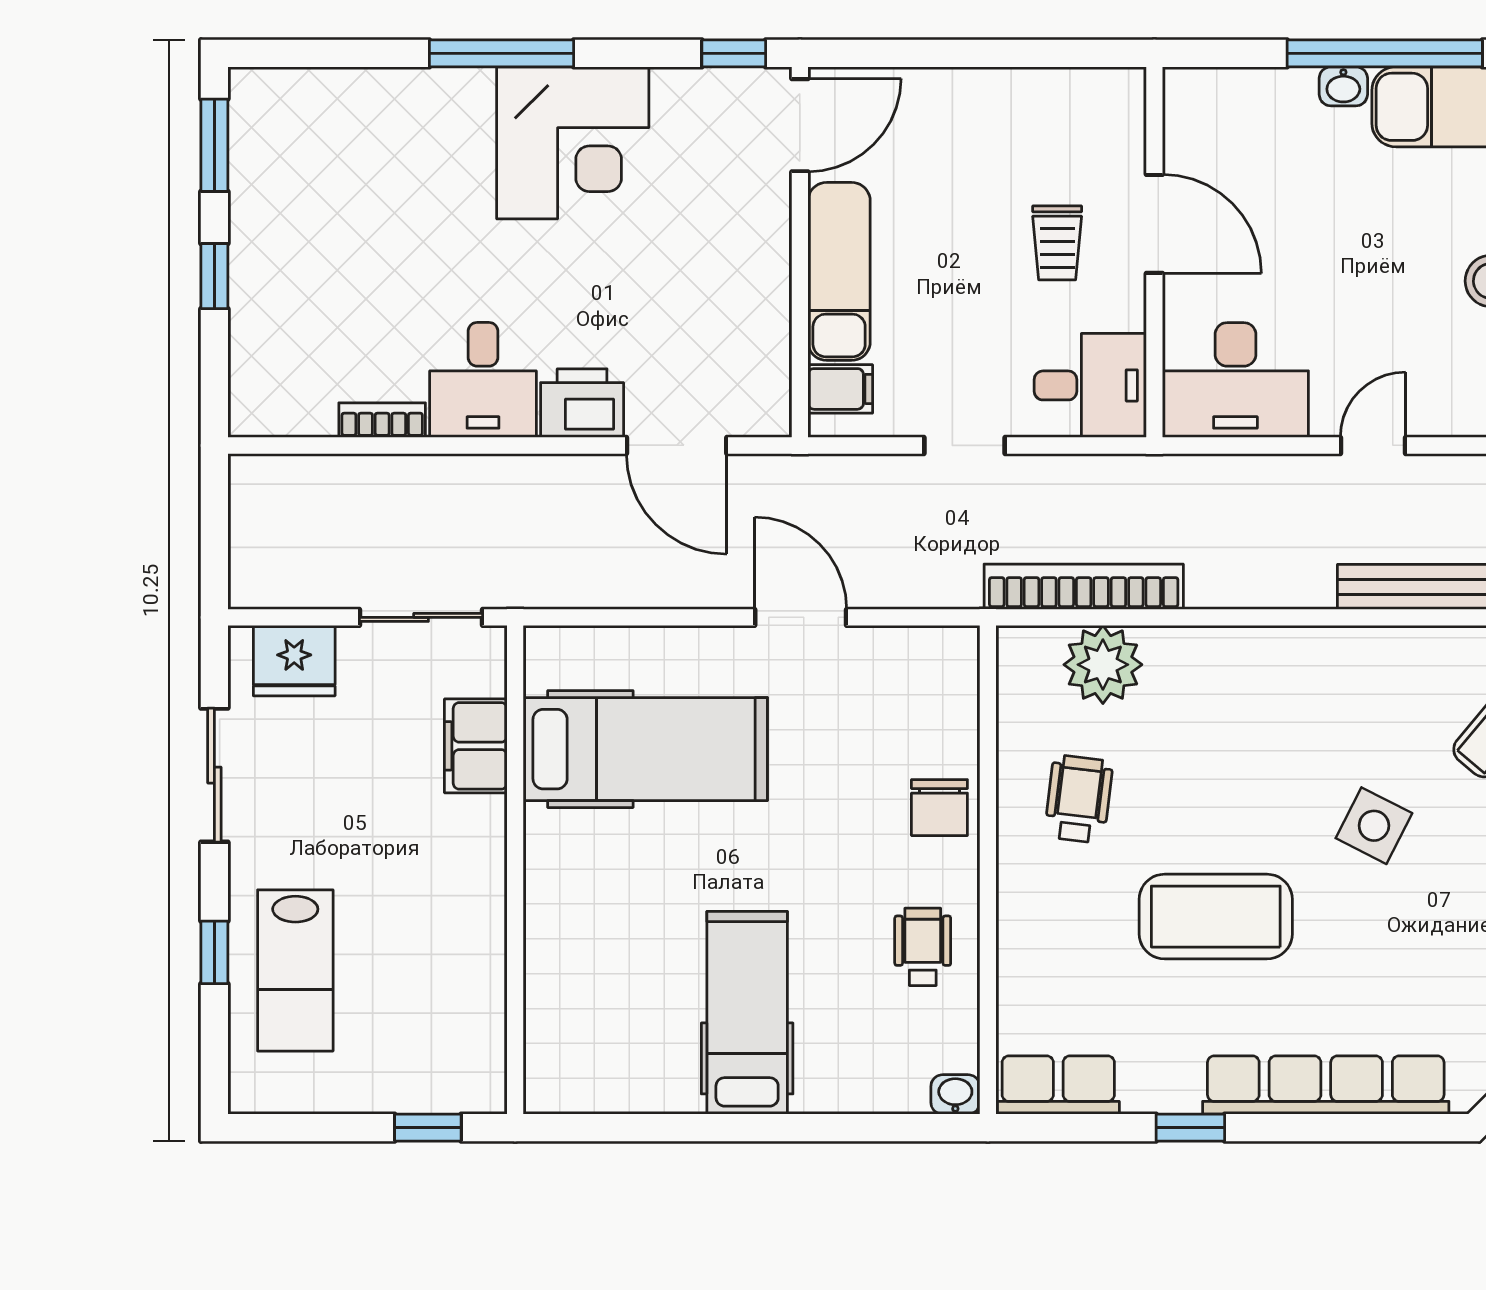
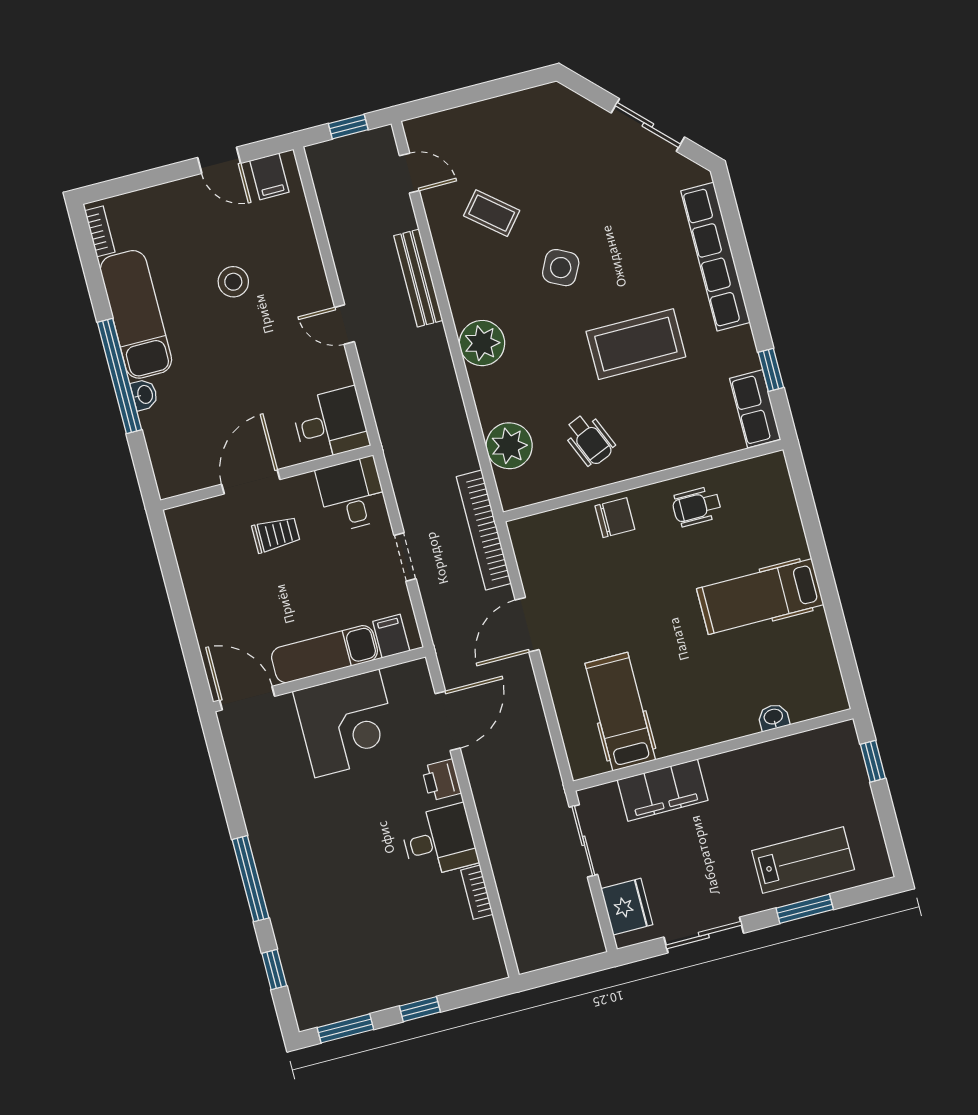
window: (734, 53) -> (274, 970), moved
corner desk: (573, 143) -> (347, 723), moved, turned 90
desk: (1235, 380) -> (331, 424), width x0.73
printer: (582, 403) -> (441, 780), width x0.73, depth x0.81
bookcase: (1084, 587) -> (484, 530), moved
plant: (1283, 664) -> (482, 343), added
filing cabinet: (476, 746) -> (663, 790), width x1.50, depth x1.17
hospital bed: (645, 749) -> (620, 712), width x0.73, depth x0.78
wheelchair: (1079, 799) -> (589, 440), turned -120
coffee table: (1216, 917) -> (636, 344), turned 90
window: (214, 952) -> (805, 909), width x1.50
washbasin: (955, 1094) -> (773, 717), moved, turned 90
window: (1190, 1128) -> (771, 370), moved

